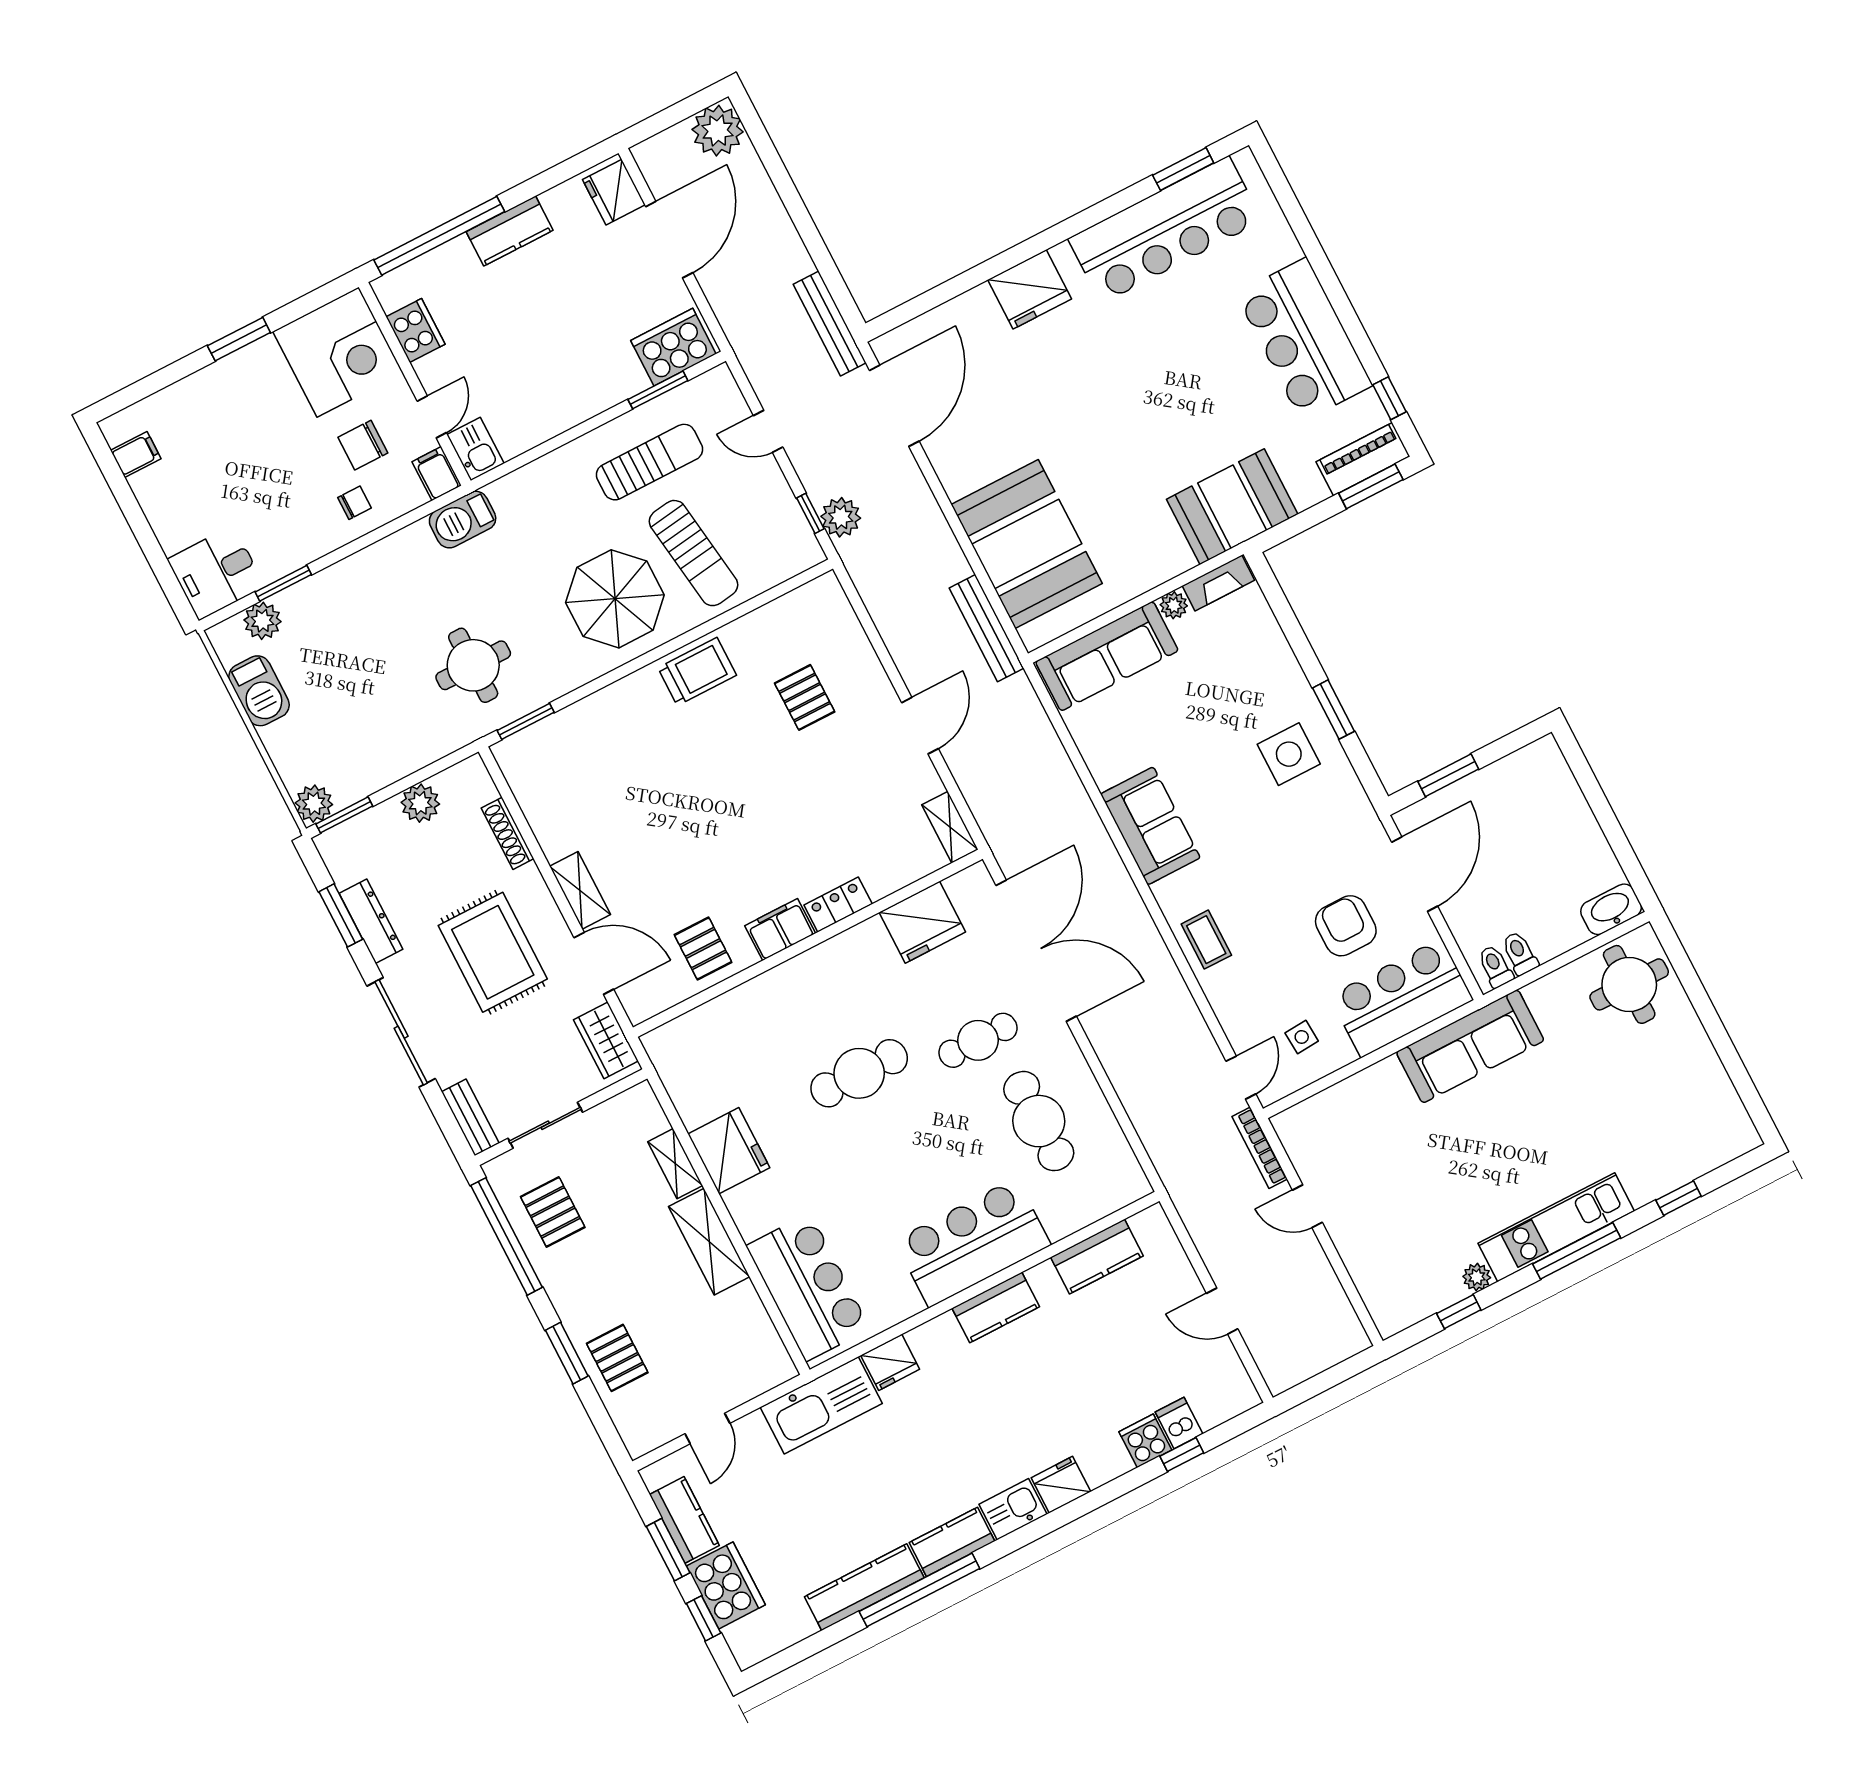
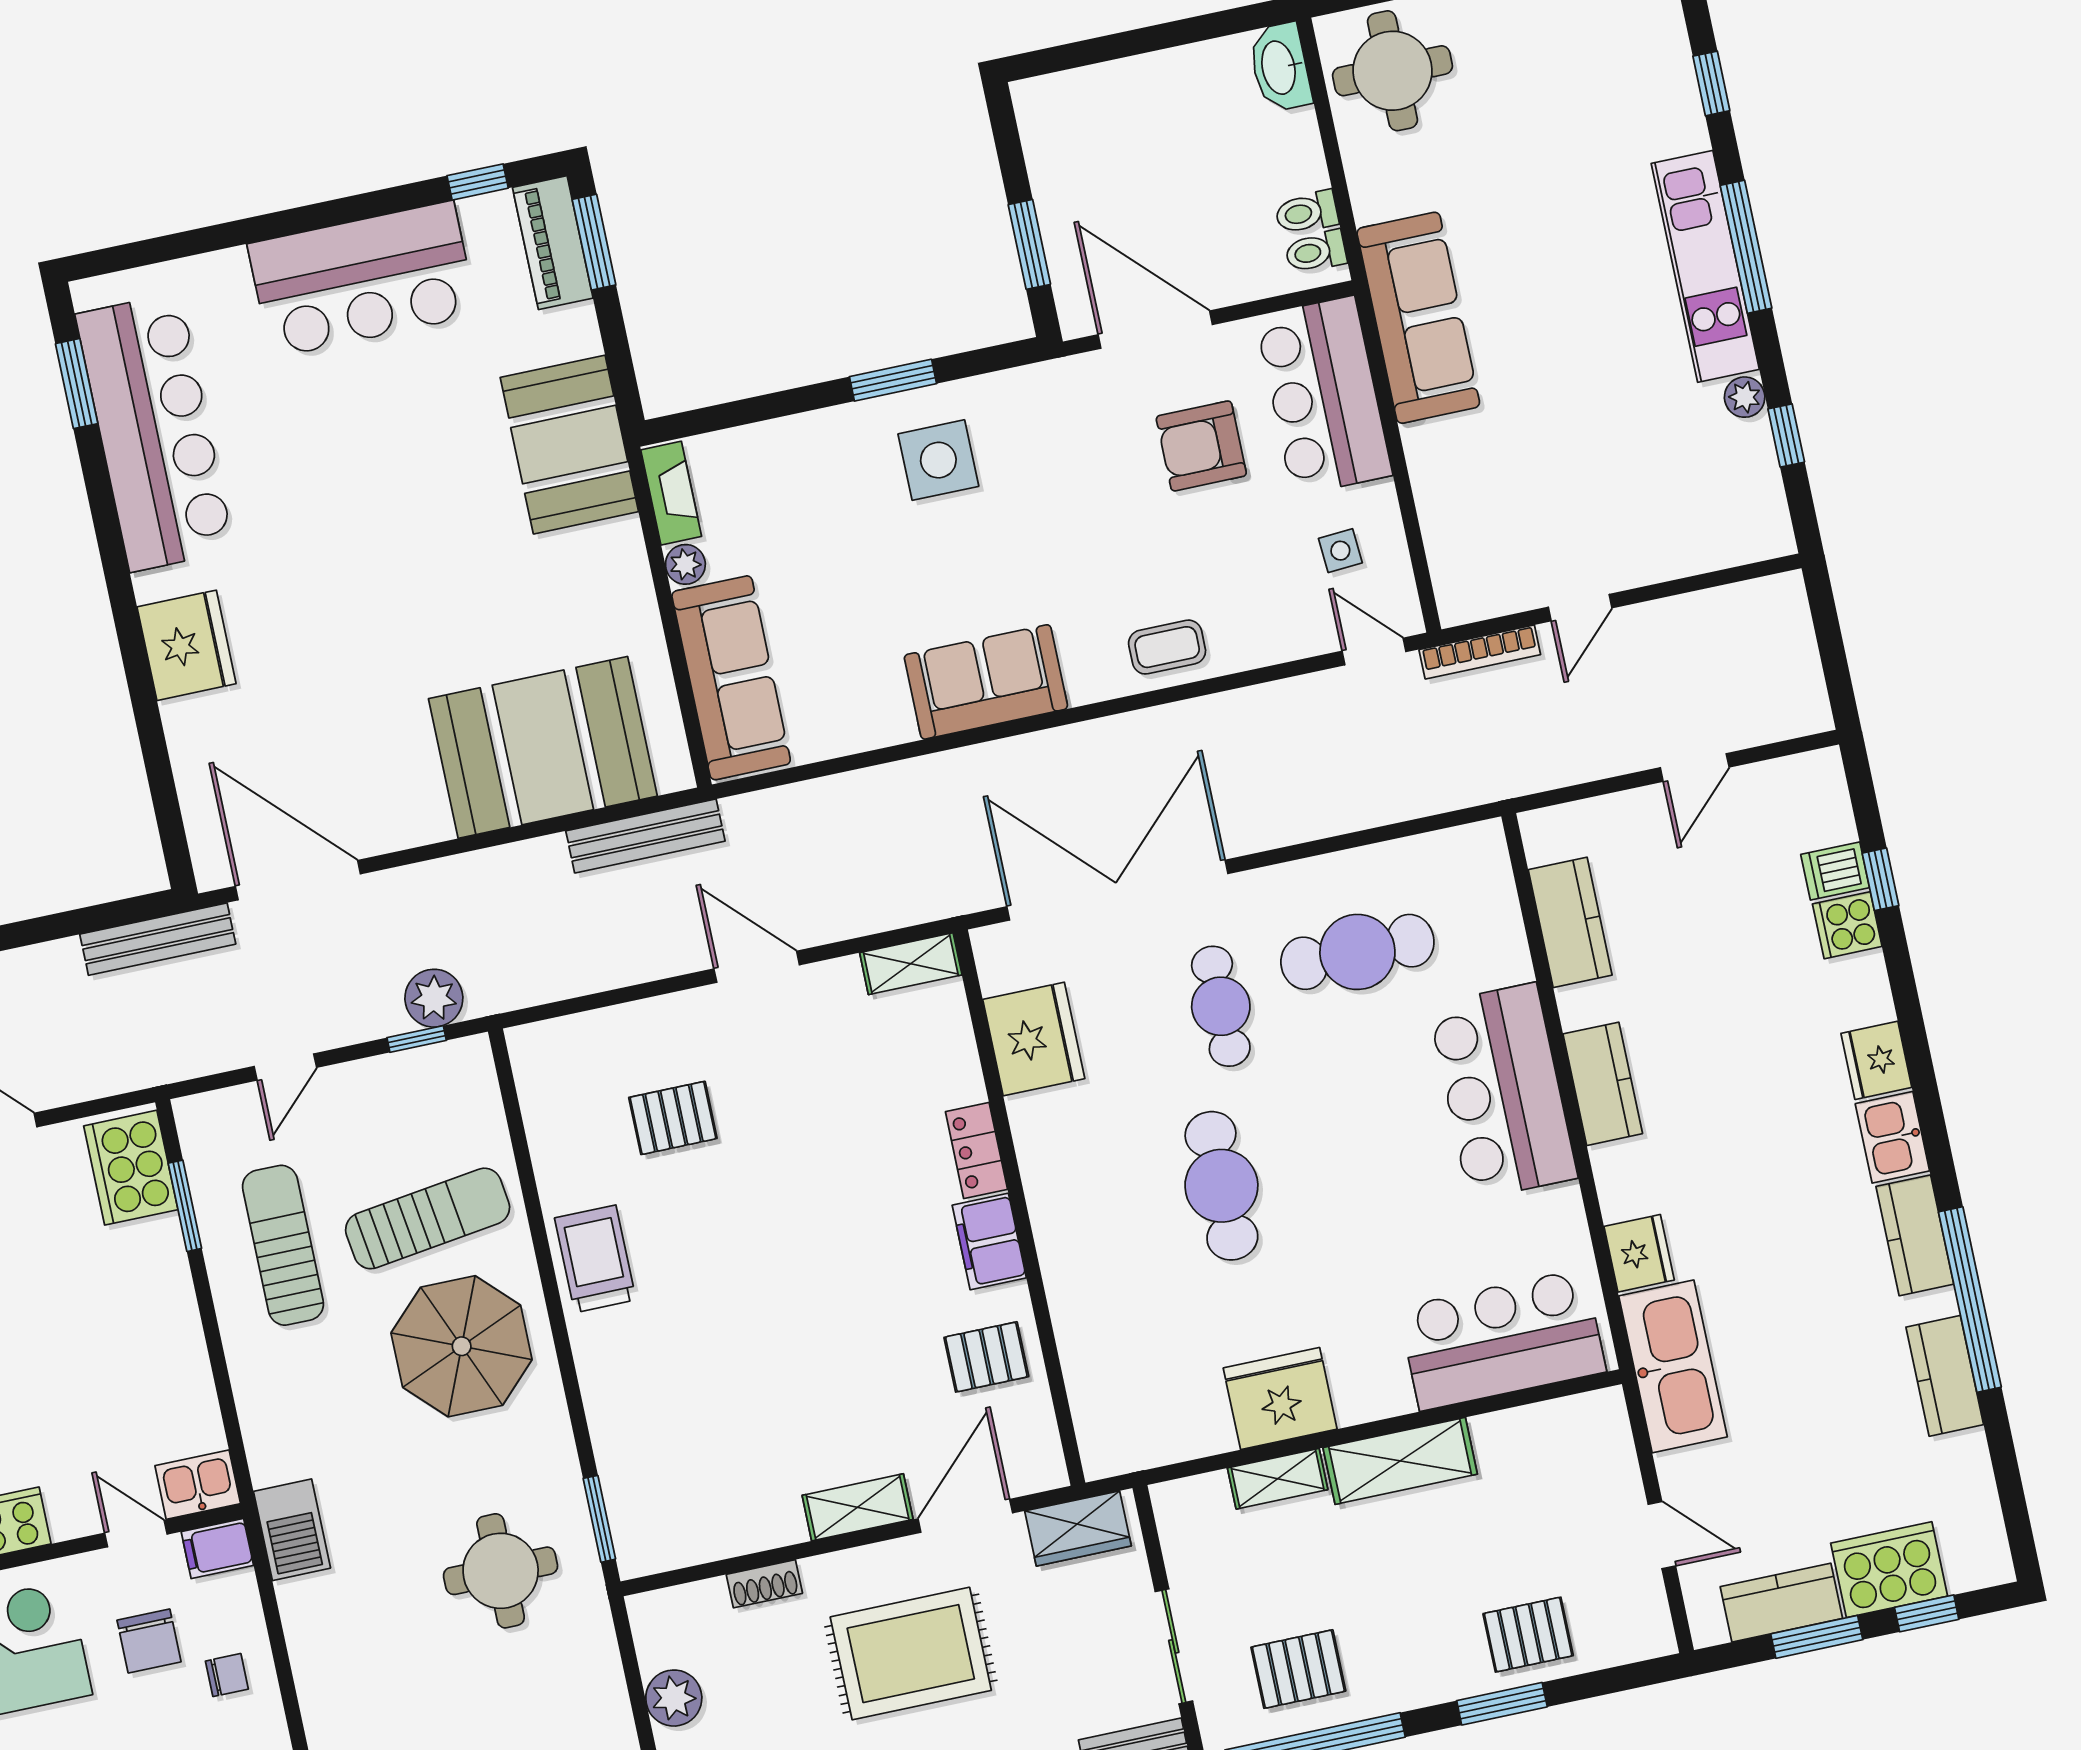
chair: (354, 503) -> (227, 1675), turned 90
shoe rack: (508, 833) -> (764, 1584), width x0.70
kitchen counter: (864, 1587) -> (1945, 1376), width x0.67

